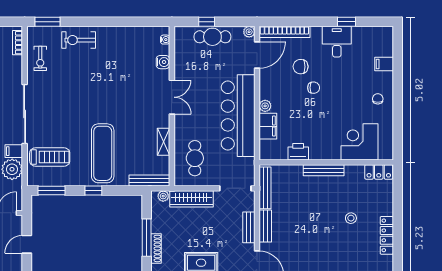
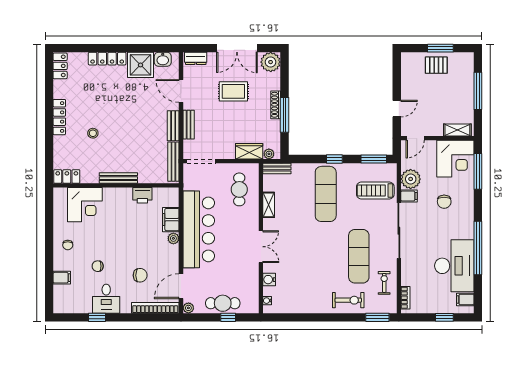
exercise mat: (67, 87) -> (359, 256), added
chair: (314, 88) -> (98, 266), moved
double door: (172, 97) -> (261, 247), swing flipped
bench: (149, 181) -> (277, 168), width x0.73
wardrobe: (191, 199) -> (249, 151), width x0.67

